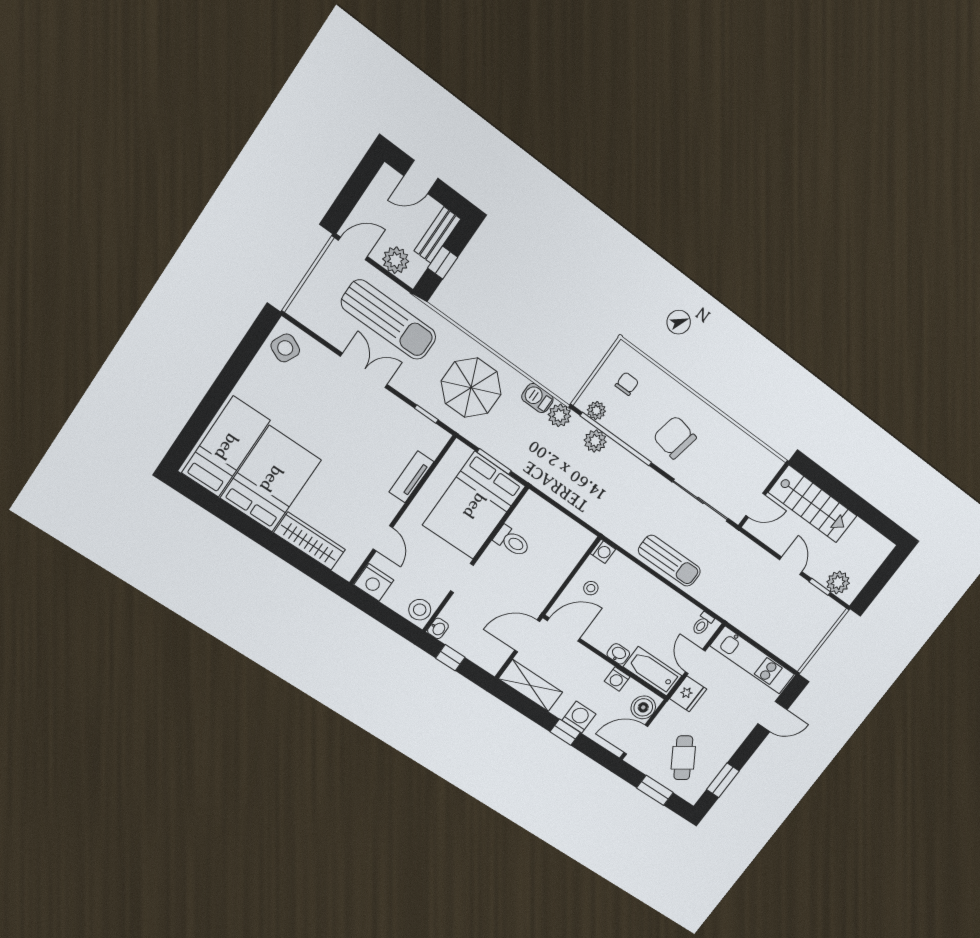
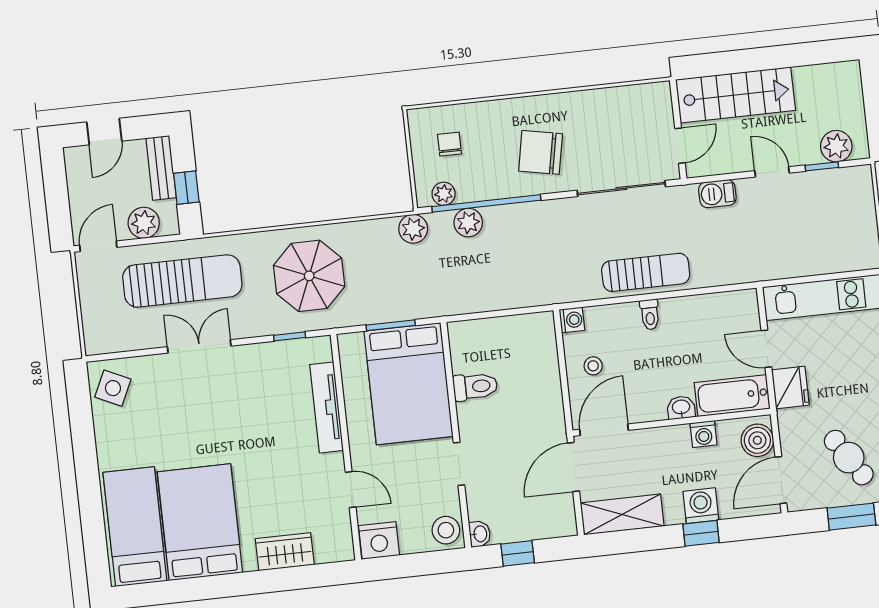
barbecue: (537, 398) -> (717, 194), moved
tv unit: (411, 477) -> (327, 407), width x1.41
wardrobe: (310, 541) -> (285, 552), width x0.67
toilet: (703, 624) -> (650, 315), moved

